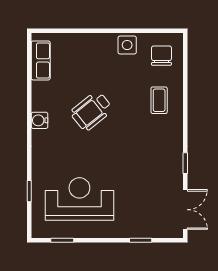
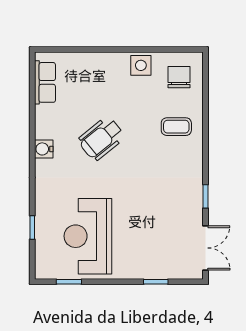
coffee table: (159, 100) -> (176, 127), turned 90
reception desk: (79, 199) -> (88, 236), turned -90

